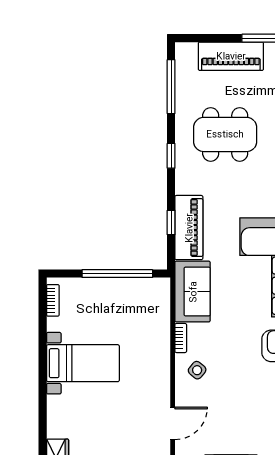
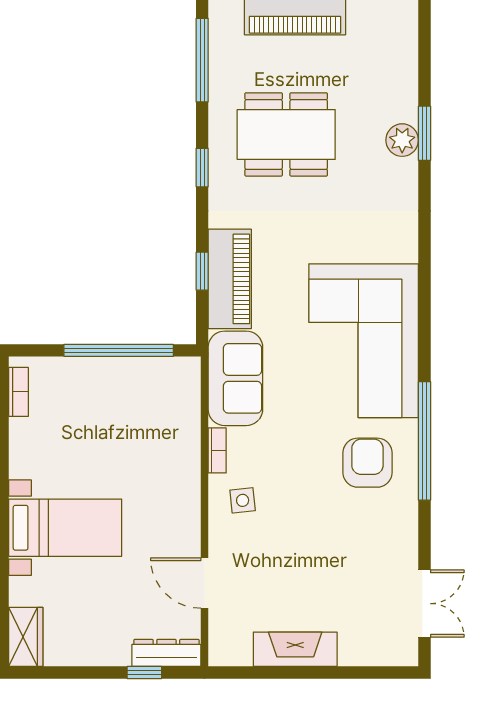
bed with nightstands: (83, 363) -> (65, 528), moved
side table: (197, 370) -> (243, 500), turned 45
door: (173, 423) -> (205, 583), swing flipped

